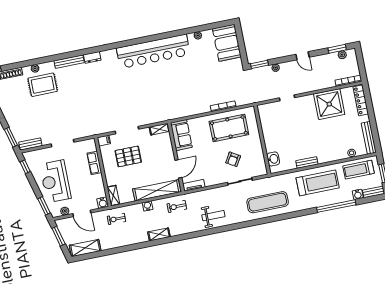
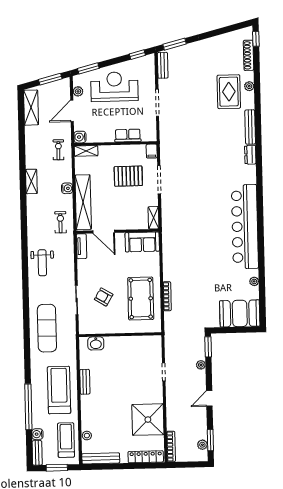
pallet: (128, 156) -> (128, 176), turned 90
treadmill: (318, 183) -> (59, 390), turned 180
shelving: (159, 234) -> (31, 181), moved

